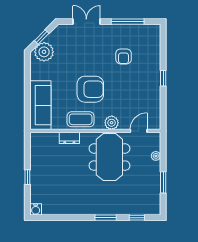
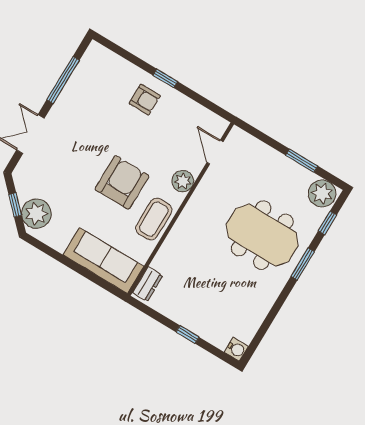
armchair: (124, 56) -> (145, 100), moved
dresser: (69, 138) -> (148, 284), moved
plant: (156, 156) -> (322, 193), moved, width x1.88, depth x1.88
meeting table: (109, 157) -> (262, 235), moved

